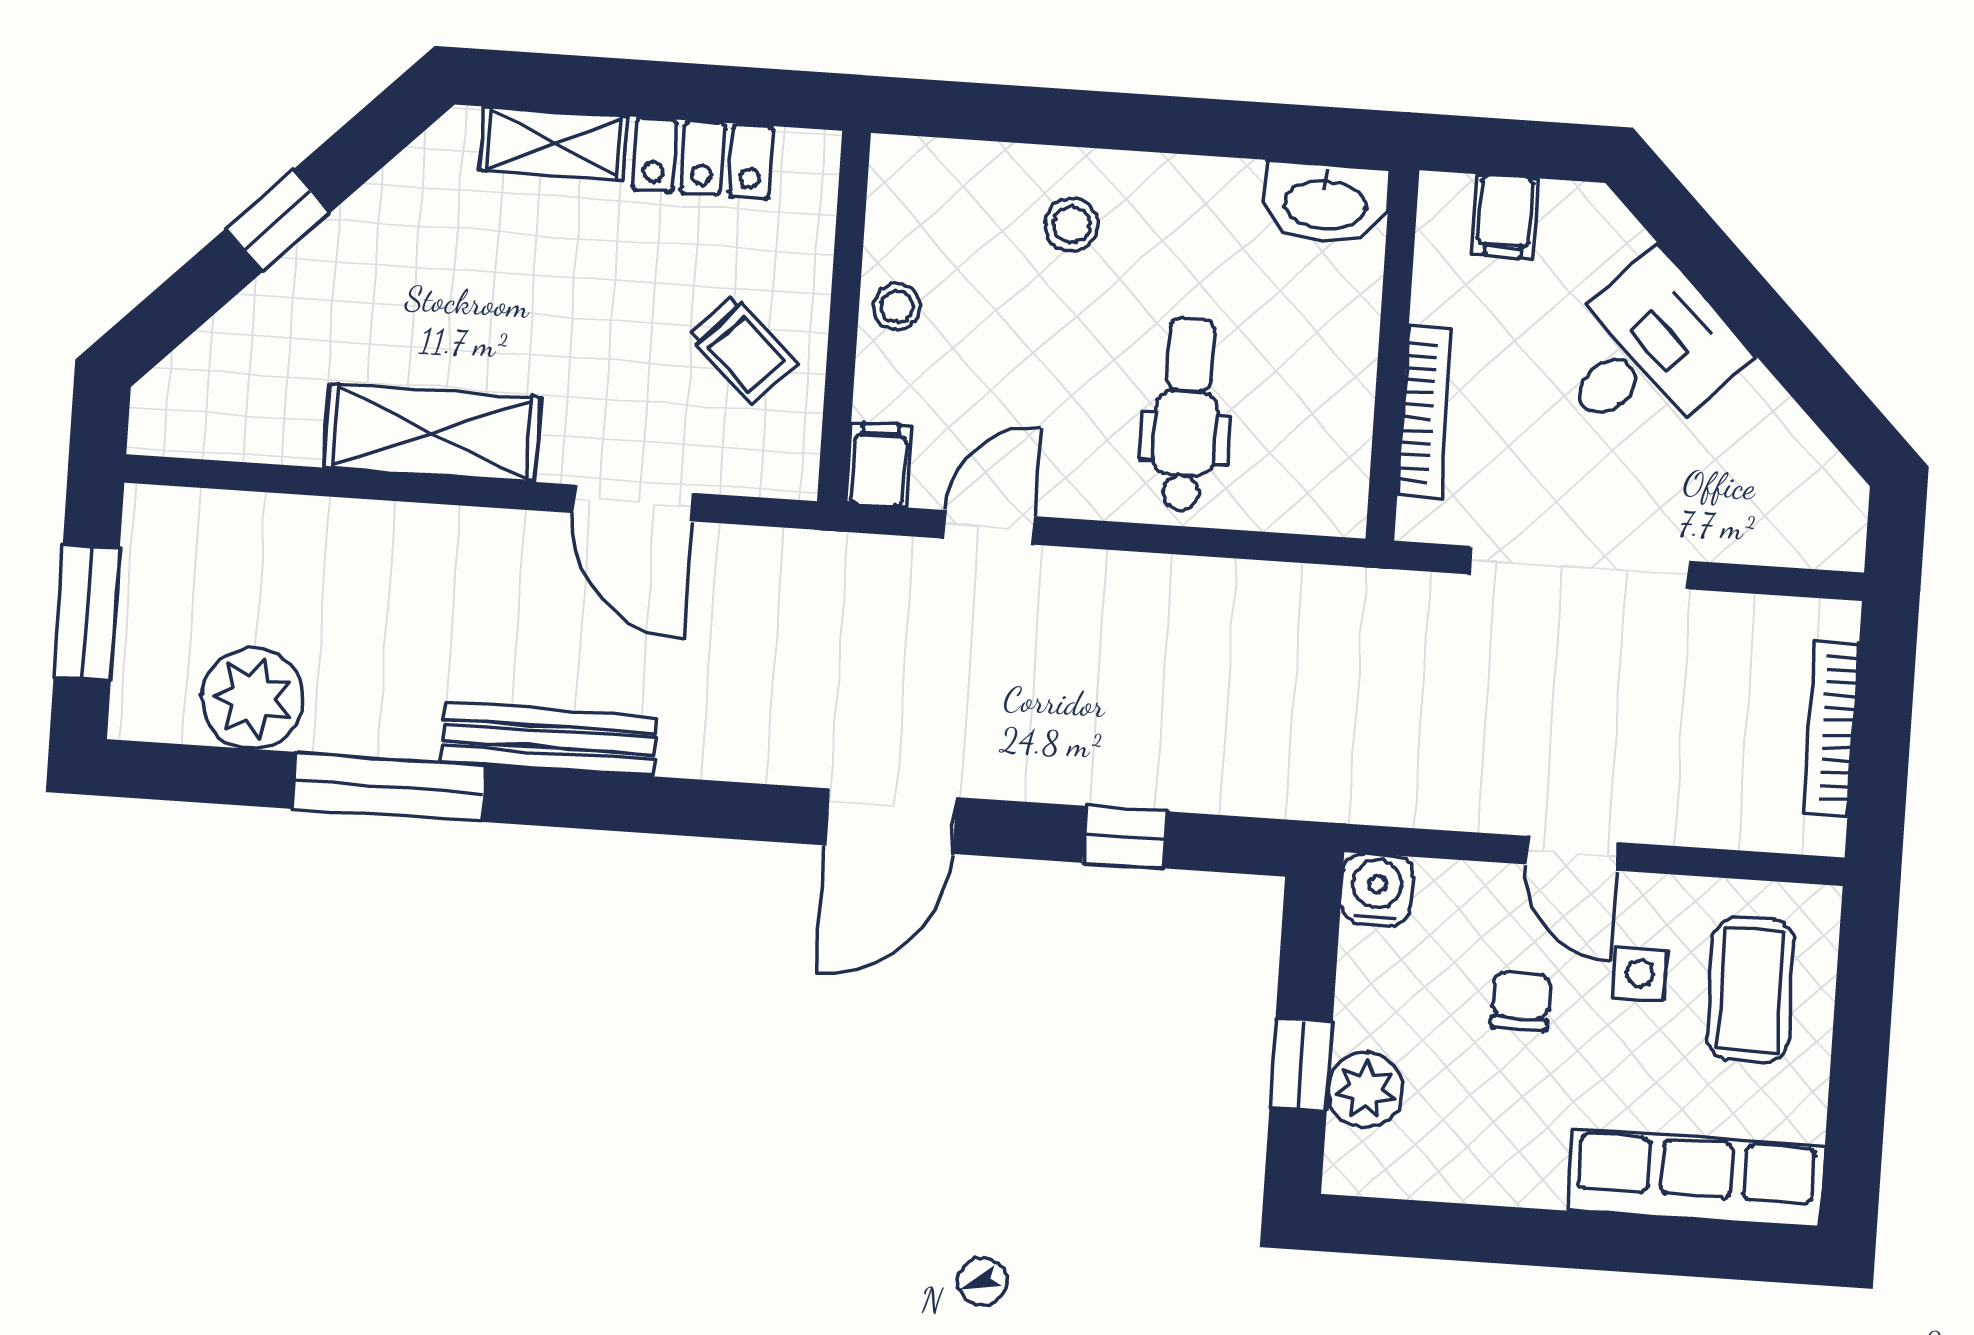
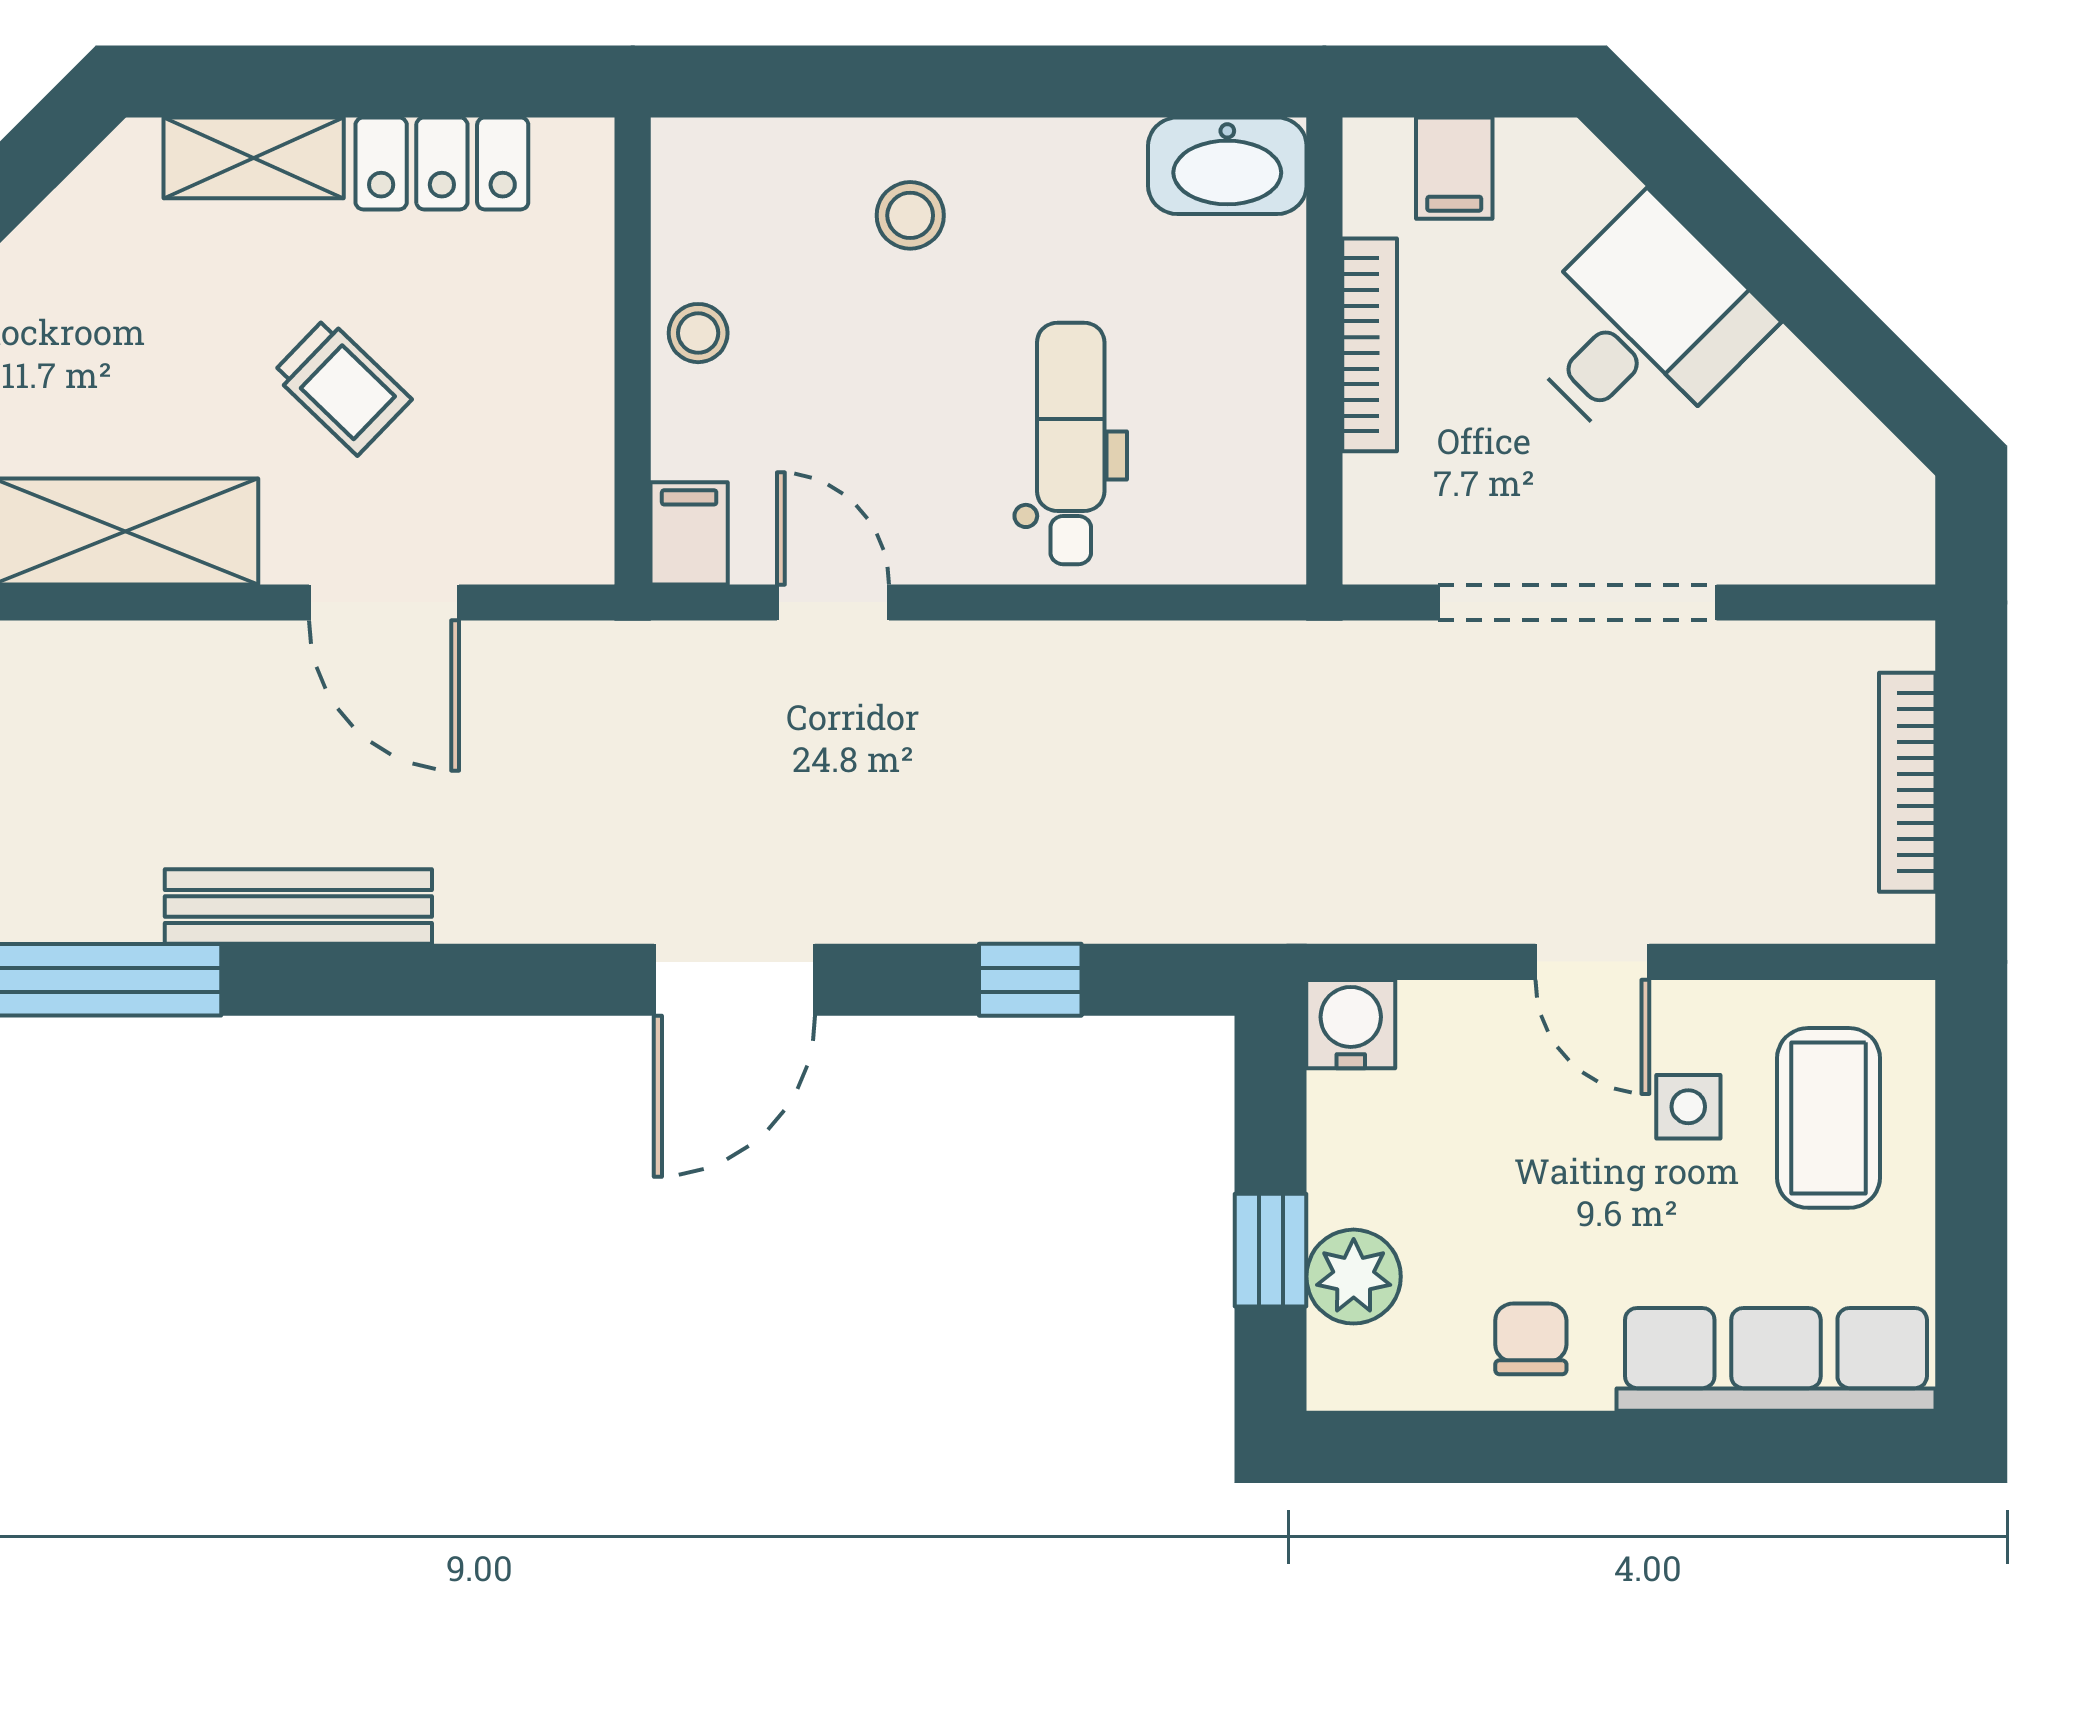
trolley: (742, 350) -> (342, 386), moved
bookcase: (1424, 412) -> (1370, 345), moved
door: (989, 527) -> (833, 602), hinge flipped
chair: (1521, 1001) -> (1531, 1339), moved

